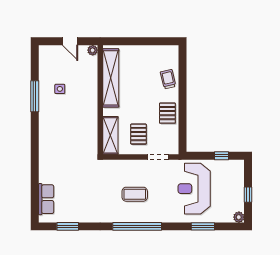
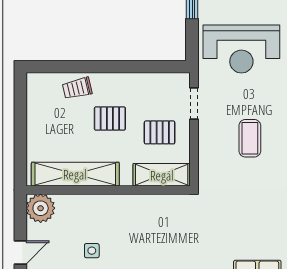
door: (70, 41) -> (20, 253), moved
plant: (93, 50) -> (41, 208), width x1.87, depth x1.87
pallet: (167, 113) -> (110, 119), moved

